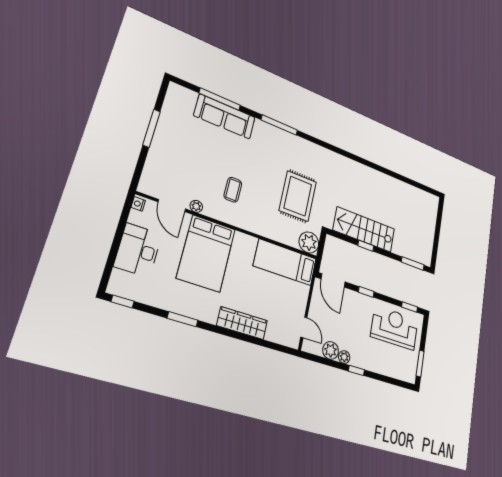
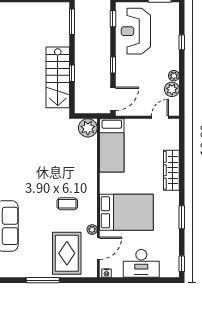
rug: (298, 196) -> (67, 253), moved, turned 90
window: (356, 370) -> (182, 42), moved

